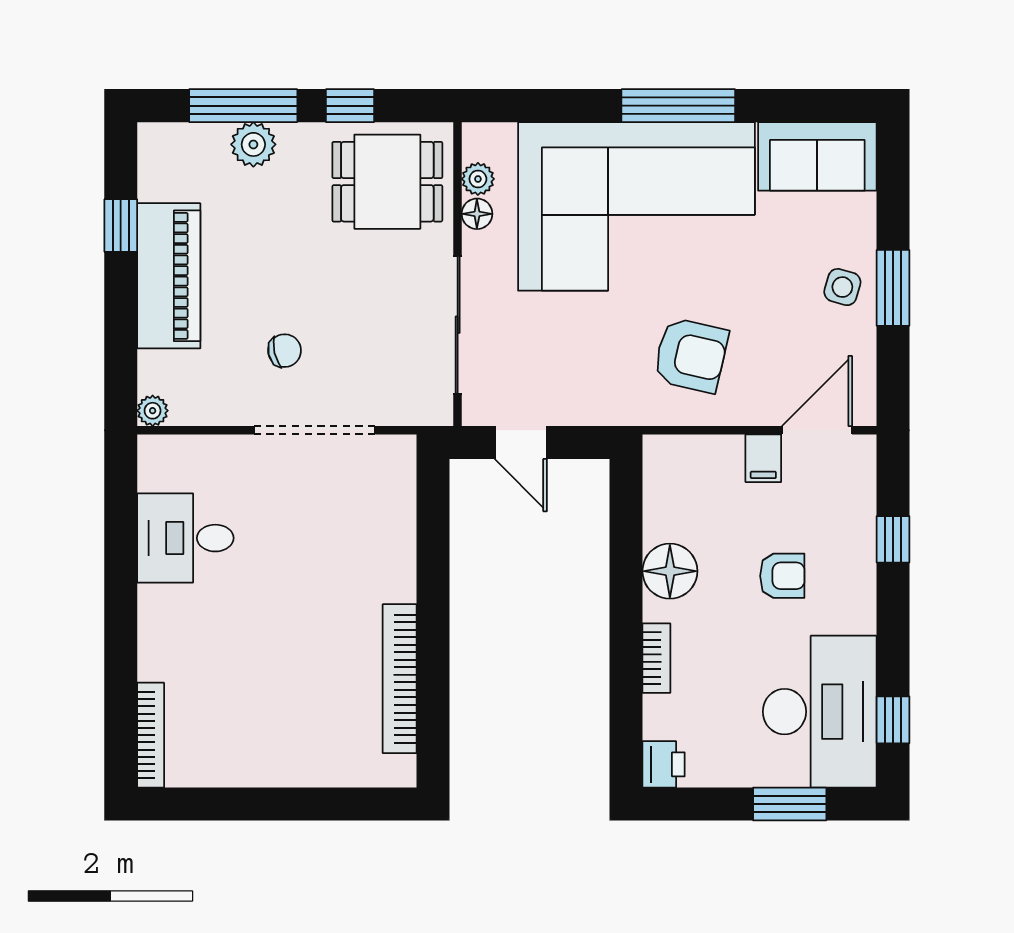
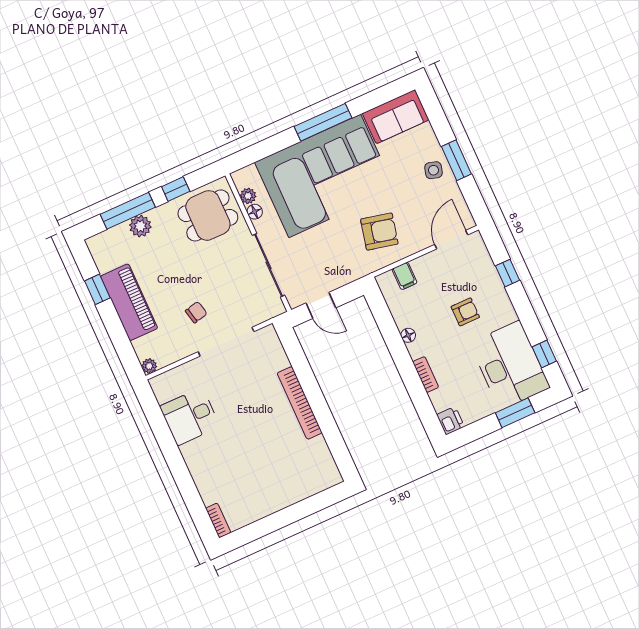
filing cabinet: (763, 458) -> (404, 276), moved
floor lamp: (670, 571) -> (408, 335), width x0.53, depth x0.53
bookcase: (400, 679) -> (300, 403), moved
bookcase: (151, 735) -> (218, 520), width x0.64

